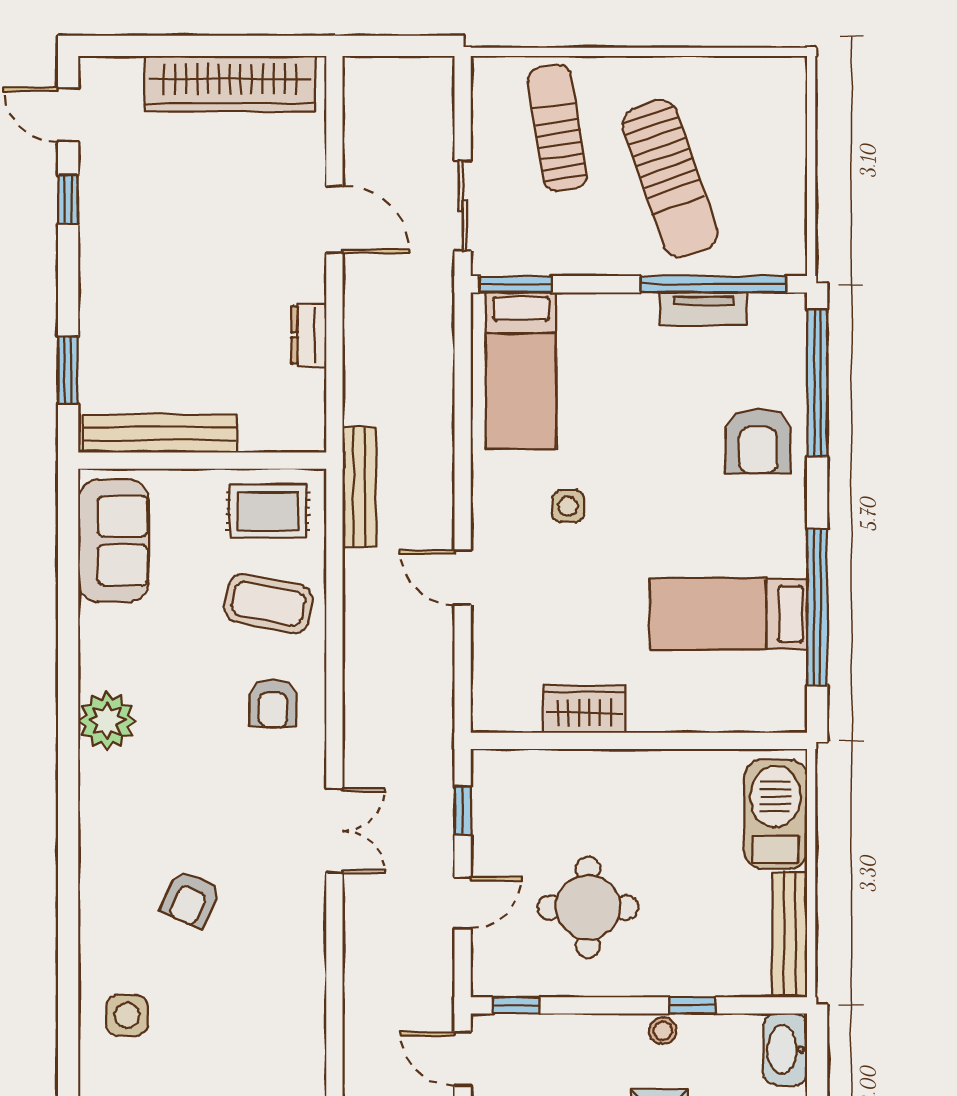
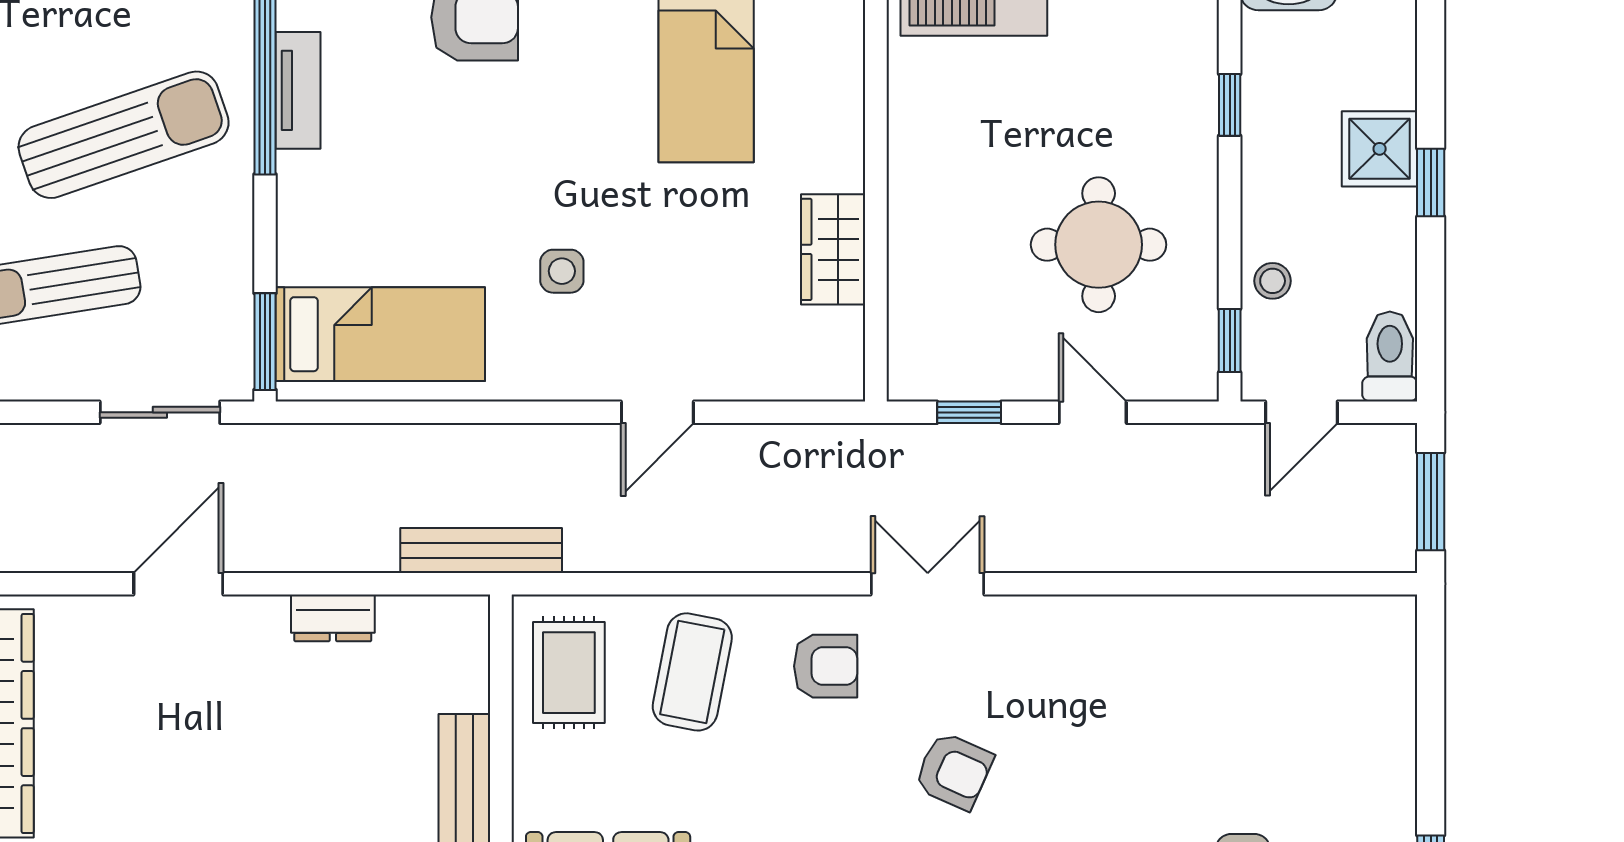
bench: (359, 487) -> (481, 550), moved
double door: (334, 831) -> (928, 584), moved
armchair: (190, 899) -> (954, 771), moved
stool: (663, 1031) -> (1273, 281), moved

